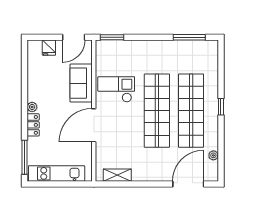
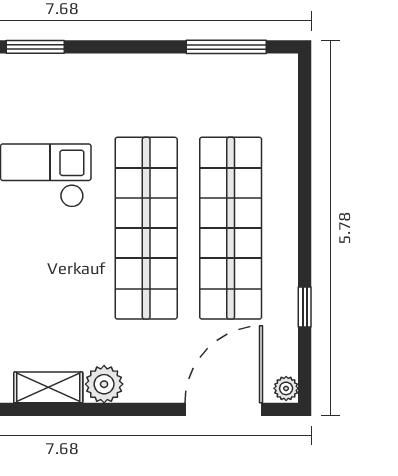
window: (221, 107) -> (305, 307), moved
plant: (213, 155) -> (286, 388), moved
plant: (140, 174) -> (104, 384), added

